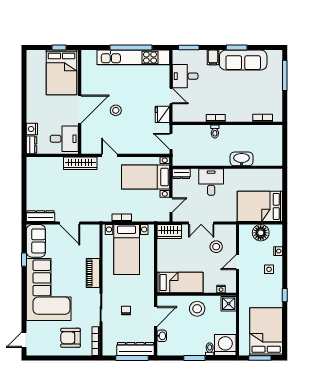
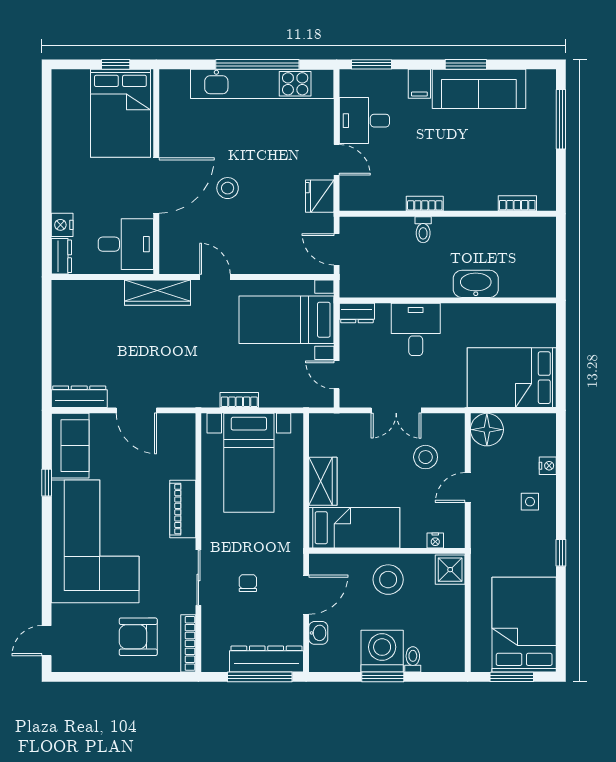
door: (171, 205) -> (337, 375), swing flipped
wardrobe: (169, 232) -> (323, 481), moved, turned -90
floor lamp: (261, 233) -> (487, 430), moved
washing machine: (225, 345) -> (382, 651), moved

